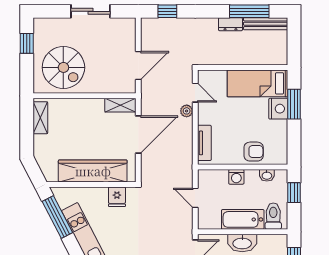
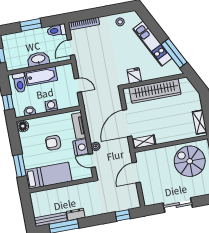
nightstand: (278, 109) -> (81, 147), moved, turned 180
armchair: (254, 152) -> (53, 143), moved
floor lamp: (280, 157) -> (23, 126), added

